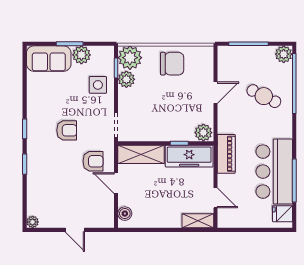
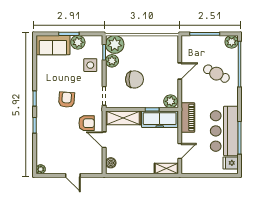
chair: (172, 64) -> (135, 79), moved
armchair: (67, 130) -> (67, 100), turned -86
door: (216, 198) -> (180, 151), hinge flipped

